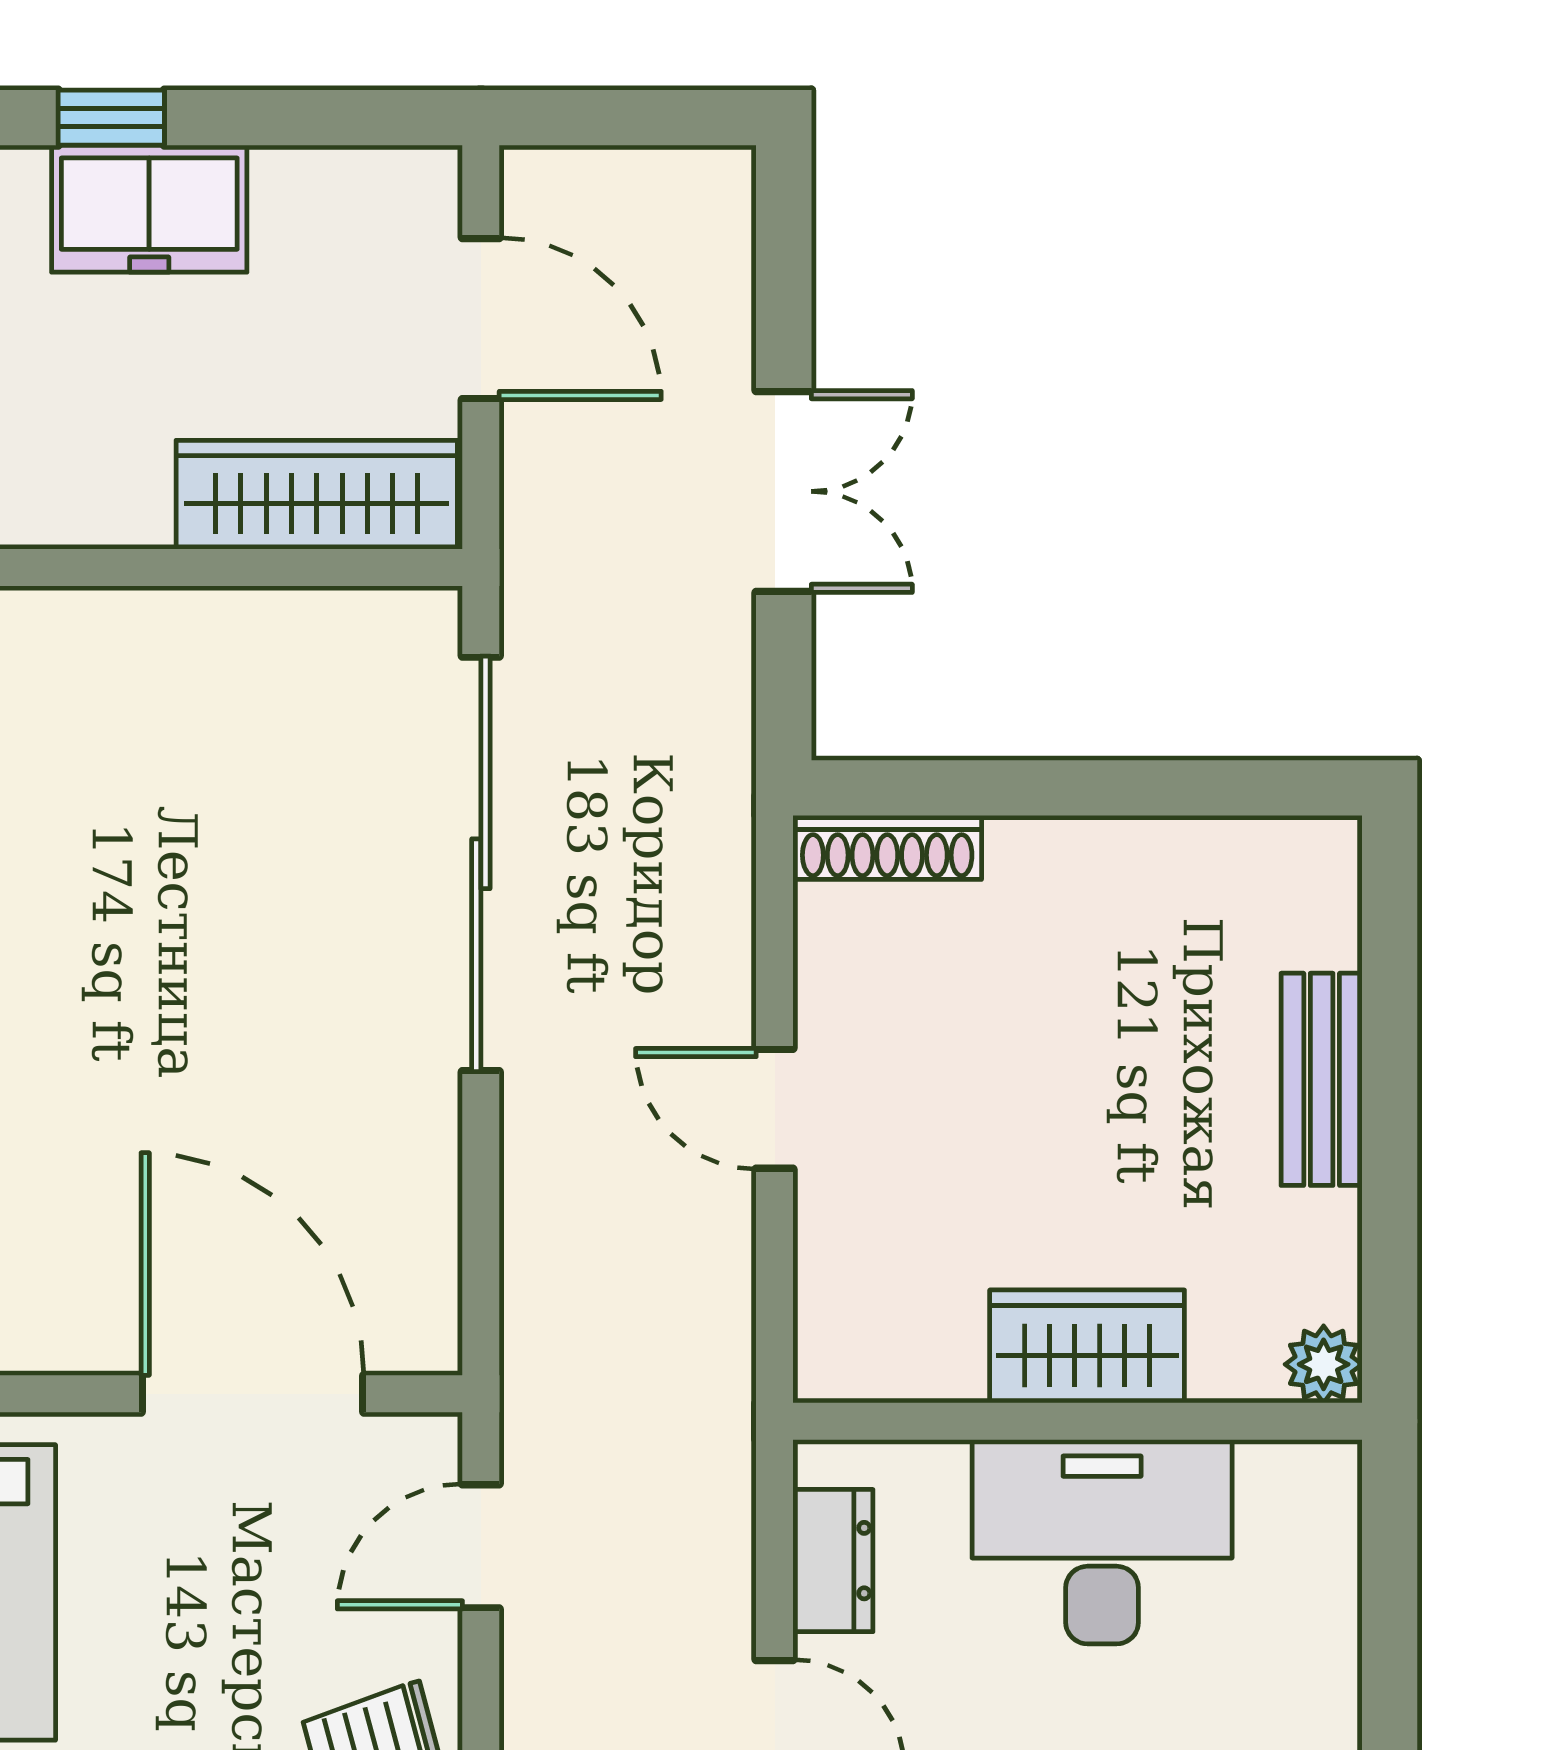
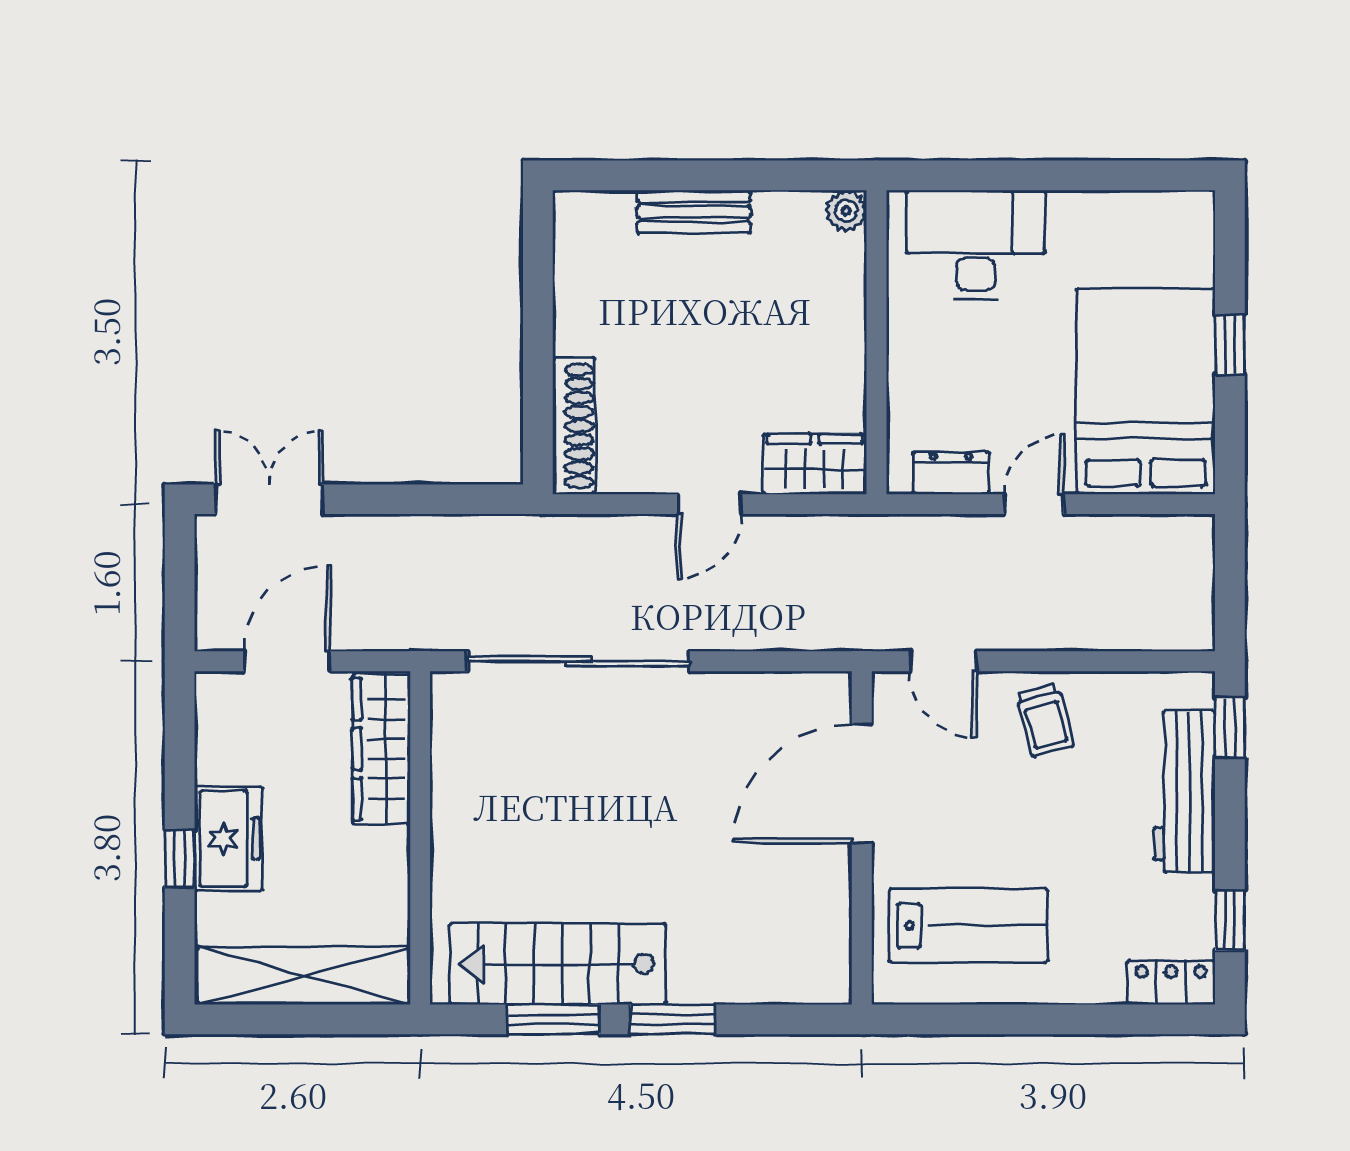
double door: (784, 491) -> (269, 499), moved
shoe rack: (887, 847) -> (574, 426), width x1.36, depth x1.24
wardrobe: (1087, 1346) -> (815, 464), moved, turned 90
desk: (1102, 1542) -> (976, 245), moved, turned 90

